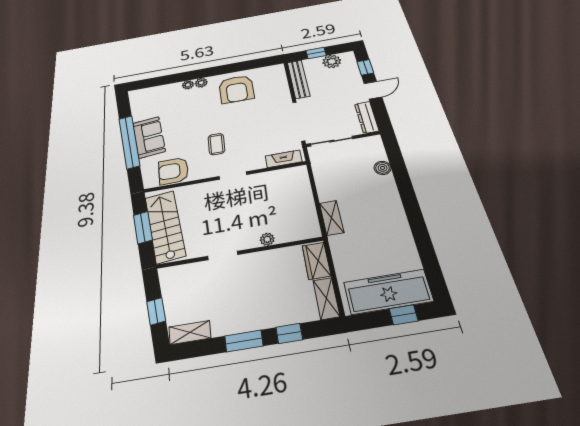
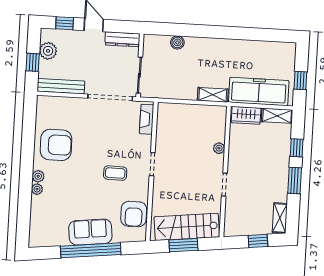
freezer: (388, 292) -> (259, 91), moved, turned 90
window: (404, 315) -> (300, 80), moved

